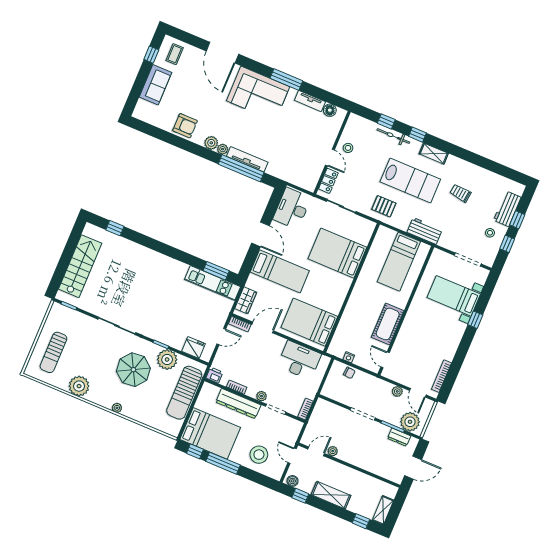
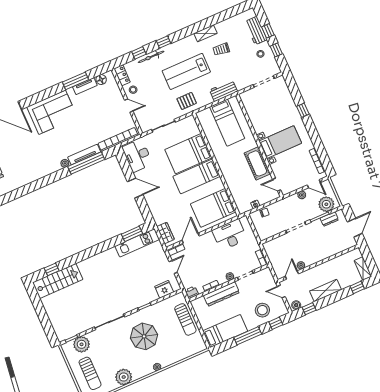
window: (286, 80) -> (75, 81), moved
armchair: (185, 126) -> (31, 172), removed
plant: (211, 143) -> (55, 166), removed
shelving: (434, 154) -> (205, 33), moved
bookcase: (290, 177) -> (118, 139), added
locker: (328, 181) -> (122, 75), moved
lab bench: (410, 181) -> (186, 71), turned 180
stairs: (80, 266) -> (58, 281), moved, turned 90
bed: (280, 271) -> (197, 176), moved, turned 180
bed with nightstands: (454, 296) -> (280, 142), moved, turned 180
plant: (167, 359) -> (82, 344), moved
sun lounger: (184, 393) -> (185, 319), width x0.73, depth x0.75
bed: (210, 433) -> (225, 331), width x0.67
window: (195, 451) -> (276, 323), moved

